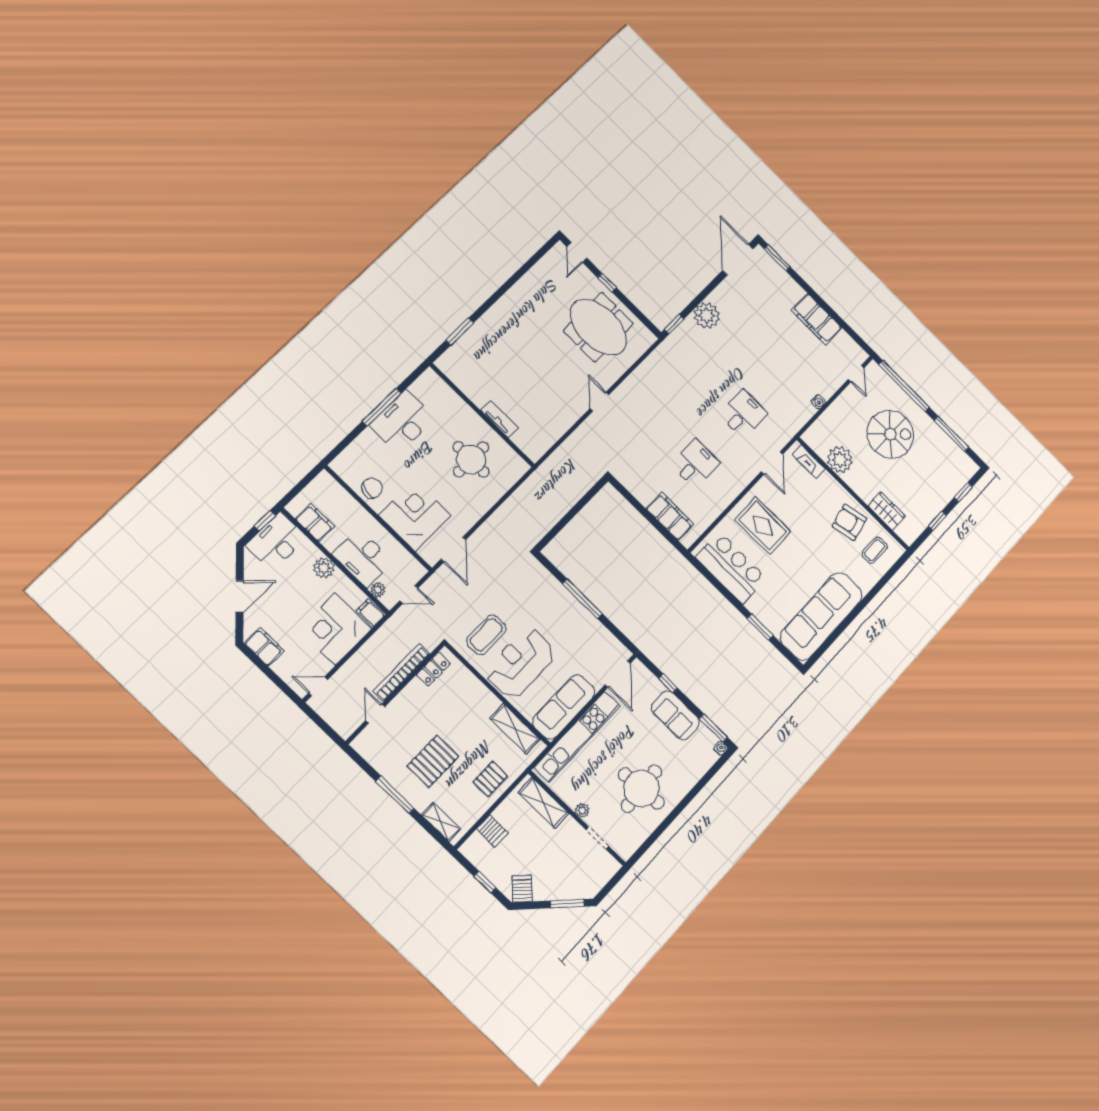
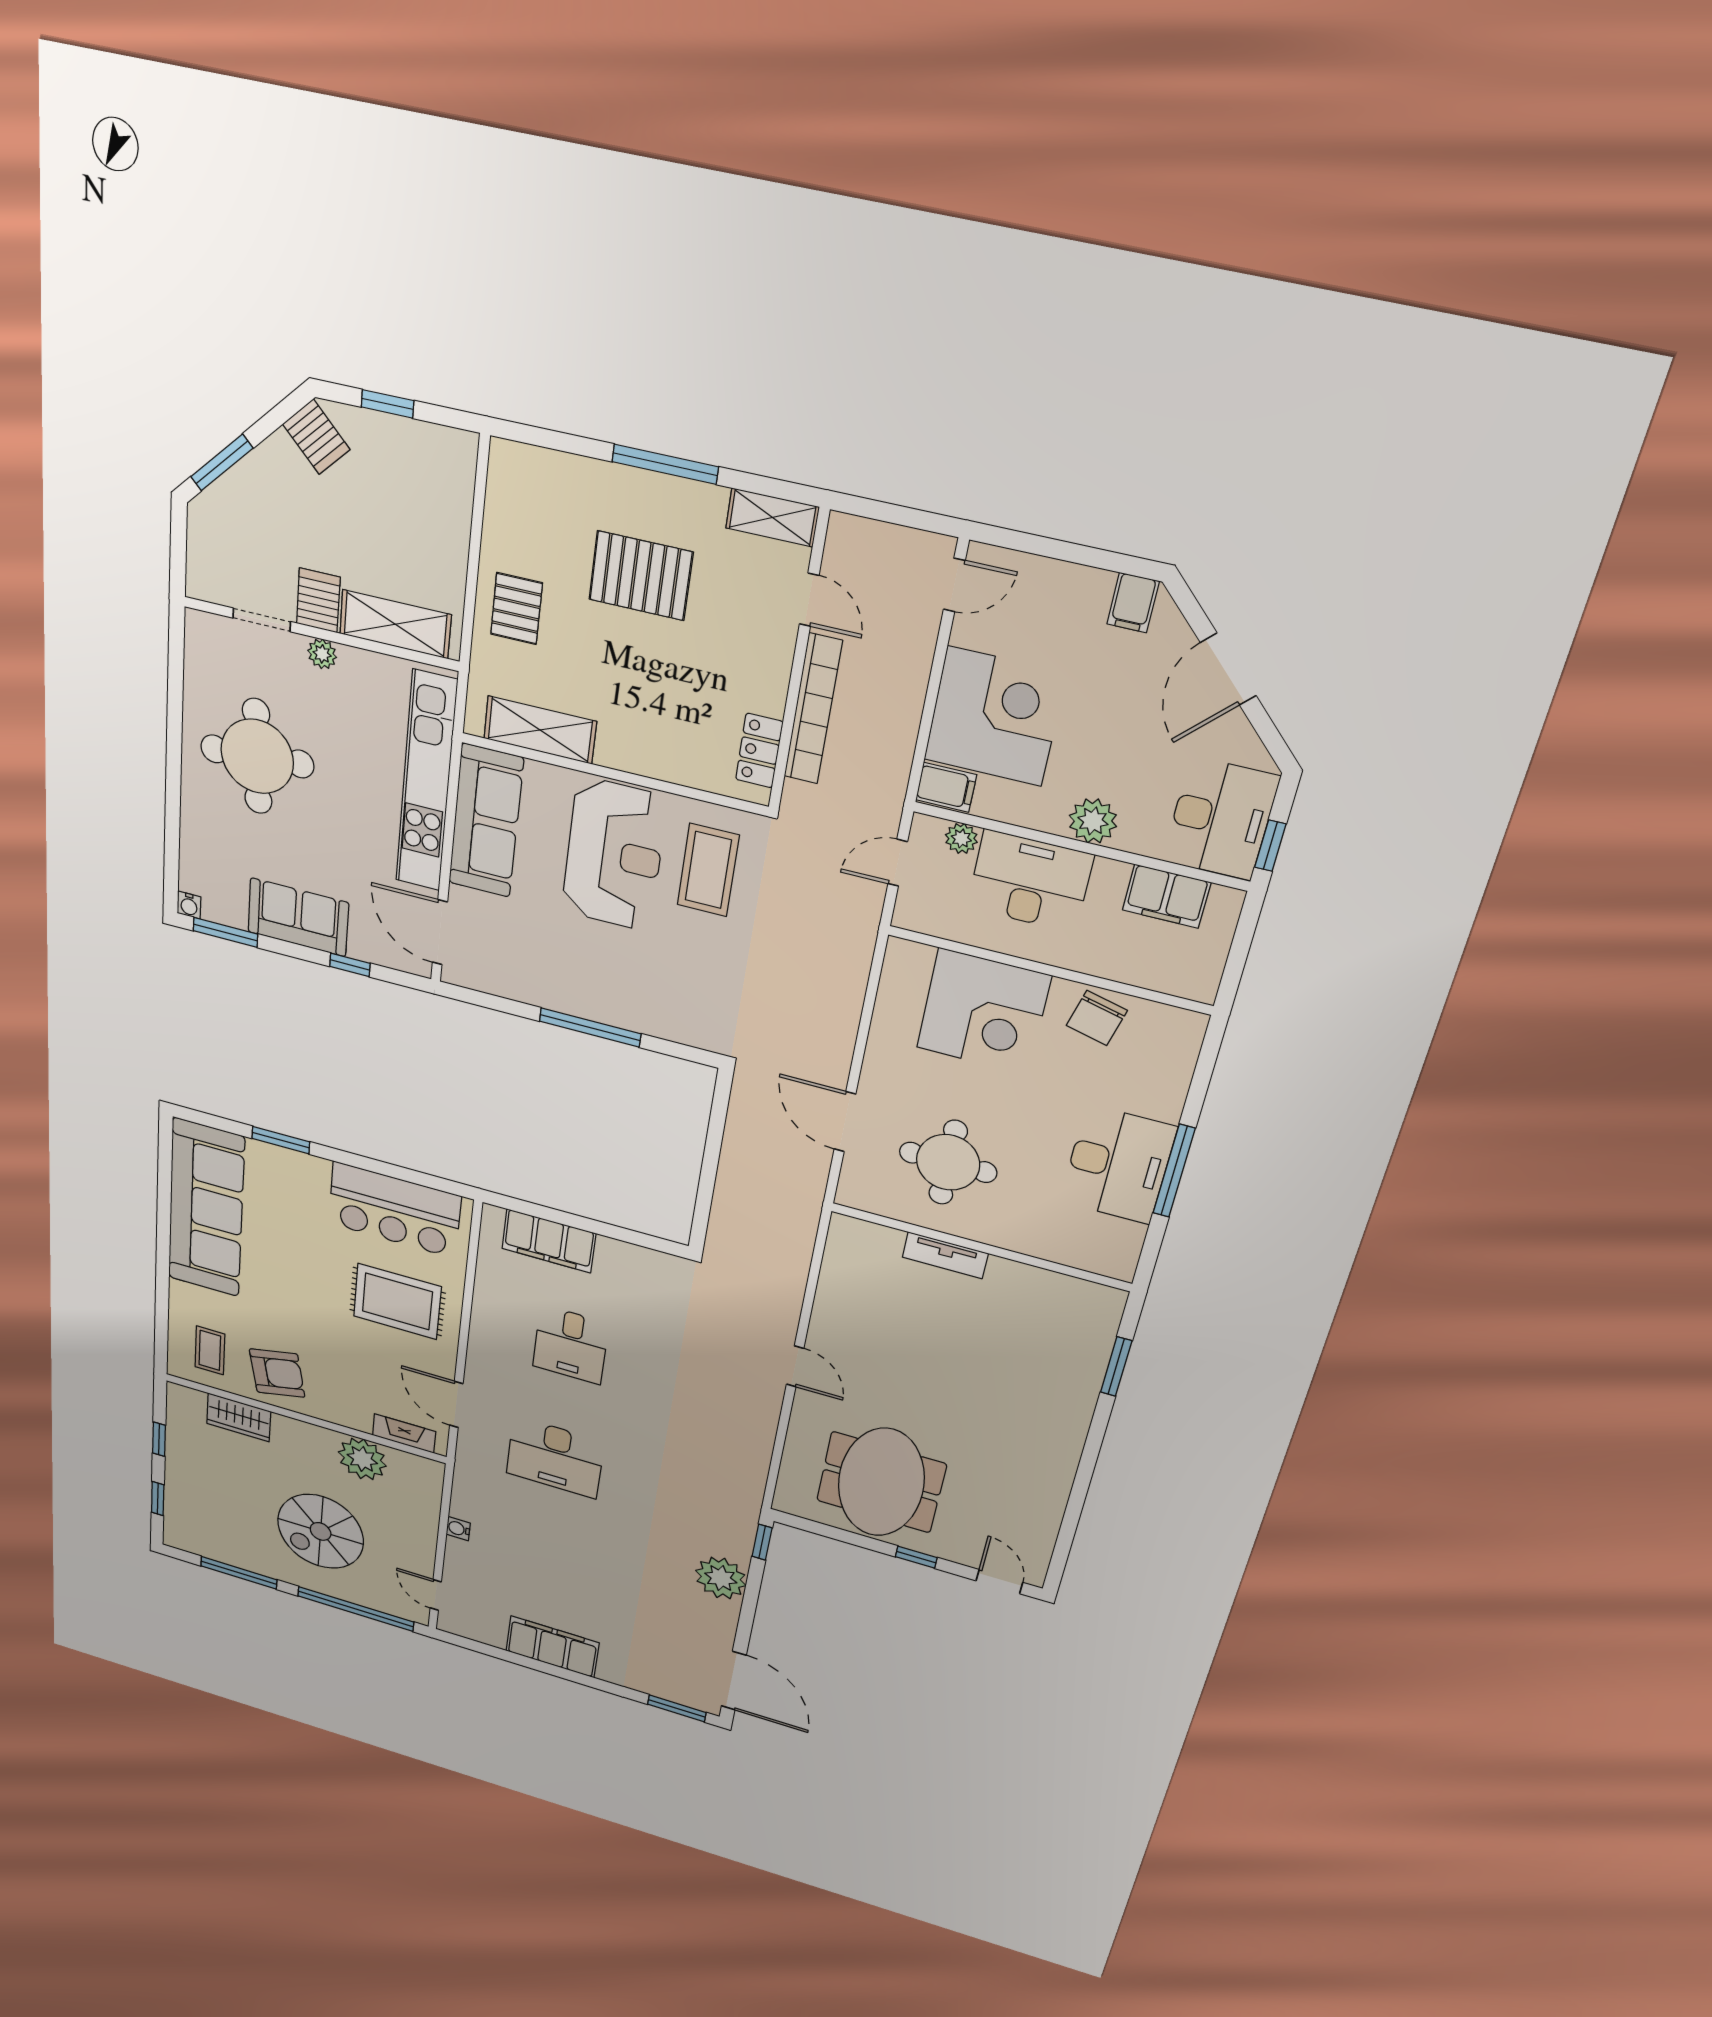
meeting table: (598, 327) -> (881, 1482), turned 90
desk: (743, 414) -> (555, 1457), width x1.37
door: (453, 549) -> (845, 1122), moved
filing cabinet: (264, 647) -> (1133, 603), width x0.50
pallet: (433, 761) -> (641, 576), turned 90
shelving: (441, 822) -> (772, 517), moved
server rack: (492, 831) -> (318, 600), moved, turned 90

